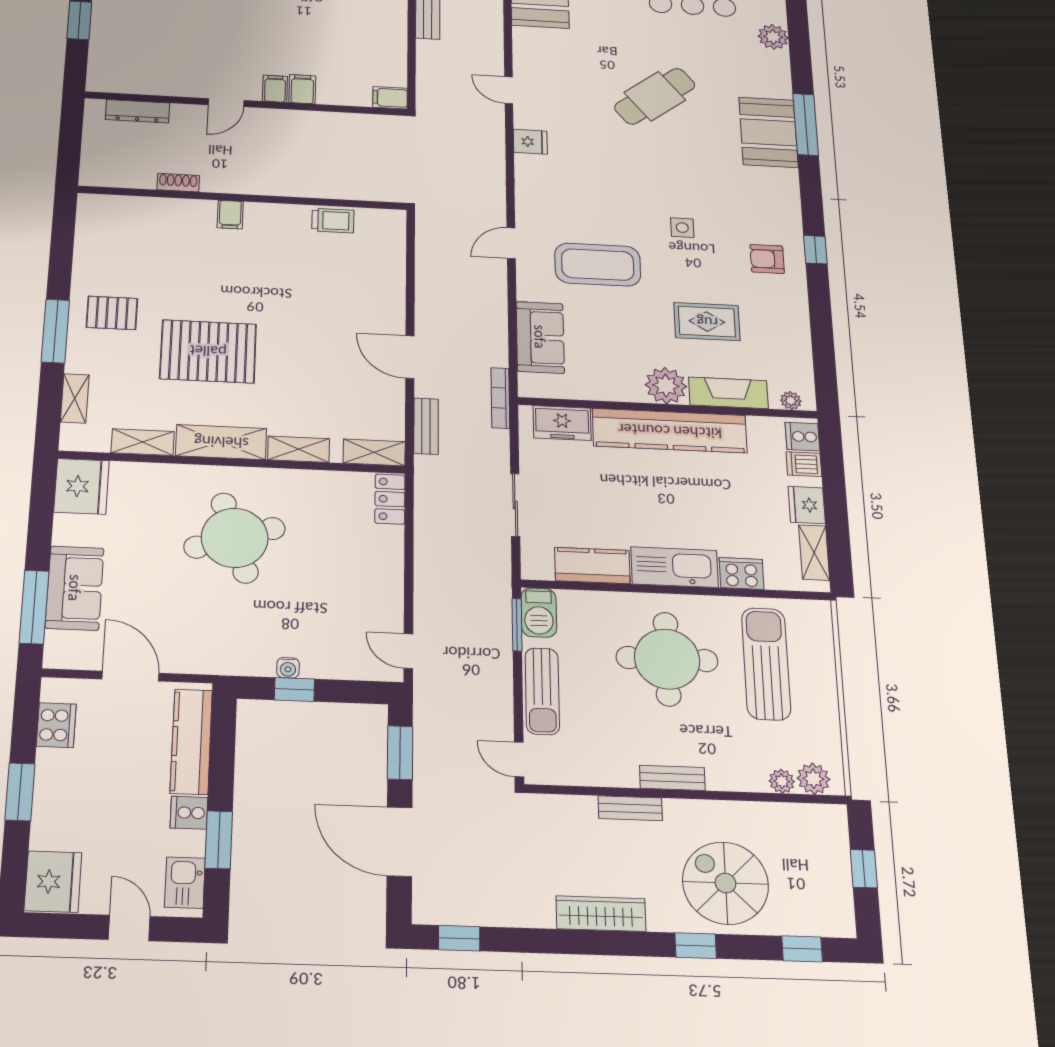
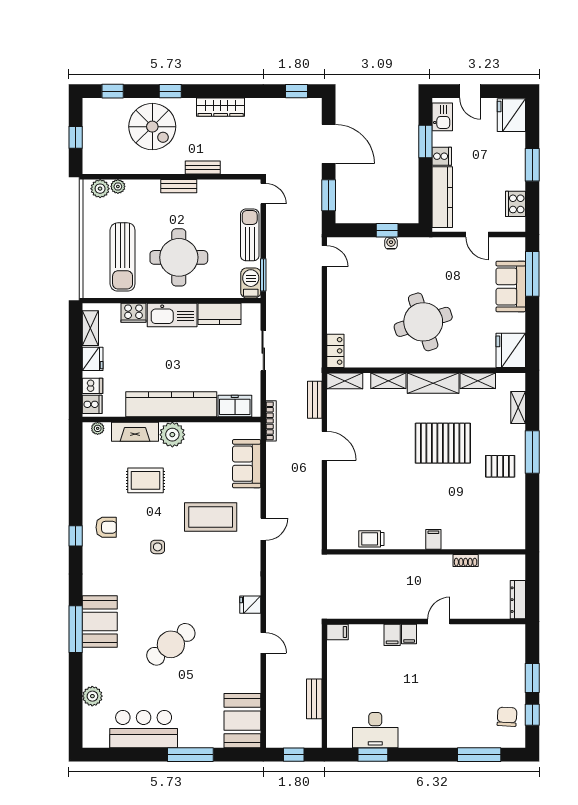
dresser: (138, 111) -> (518, 600), moved, turned -90
door: (131, 676) -> (477, 234), width x0.73

